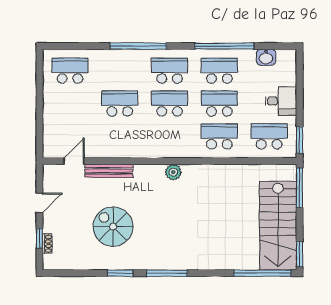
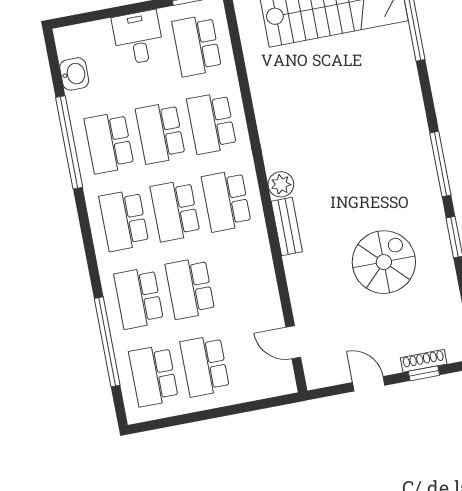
window: (138, 46) -> (107, 342), moved
school desk: (120, 71) -> (139, 298), added
school desk: (70, 104) -> (205, 366), added
school desk: (170, 136) -> (226, 201), added
bench: (109, 171) -> (287, 226), moved, width x0.73
spiral stairs: (113, 227) -> (384, 262), turned 180
shoe rack: (47, 244) -> (424, 361), width x1.43

